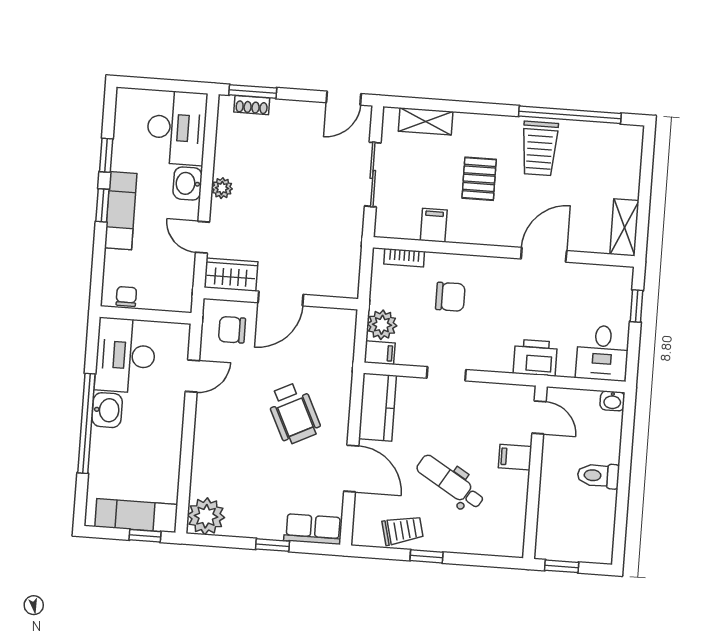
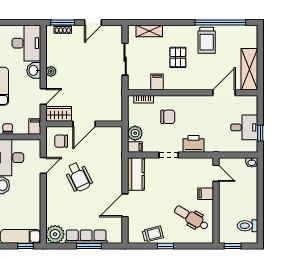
door: (344, 98) -> (93, 22), moved
shelving: (624, 227) -> (249, 69), width x1.50, depth x1.33
door: (203, 237) -> (43, 96), swing flipped
door: (544, 255) -> (224, 93), moved
filing cabinet: (181, 296) -> (35, 126), added
window: (637, 306) -> (260, 133), moved
desk: (602, 353) -> (244, 127), moved, turned -90
printer: (535, 358) -> (194, 144), moved
wheelchair: (294, 413) -> (79, 177), moved
door: (351, 468) -> (125, 205), swing flipped
toilet: (598, 476) -> (248, 226), moved
dental chair: (450, 482) -> (191, 218), moved
row of seats: (313, 529) -> (86, 237), moved, width x1.48
window: (273, 545) -> (89, 246), width x1.50

